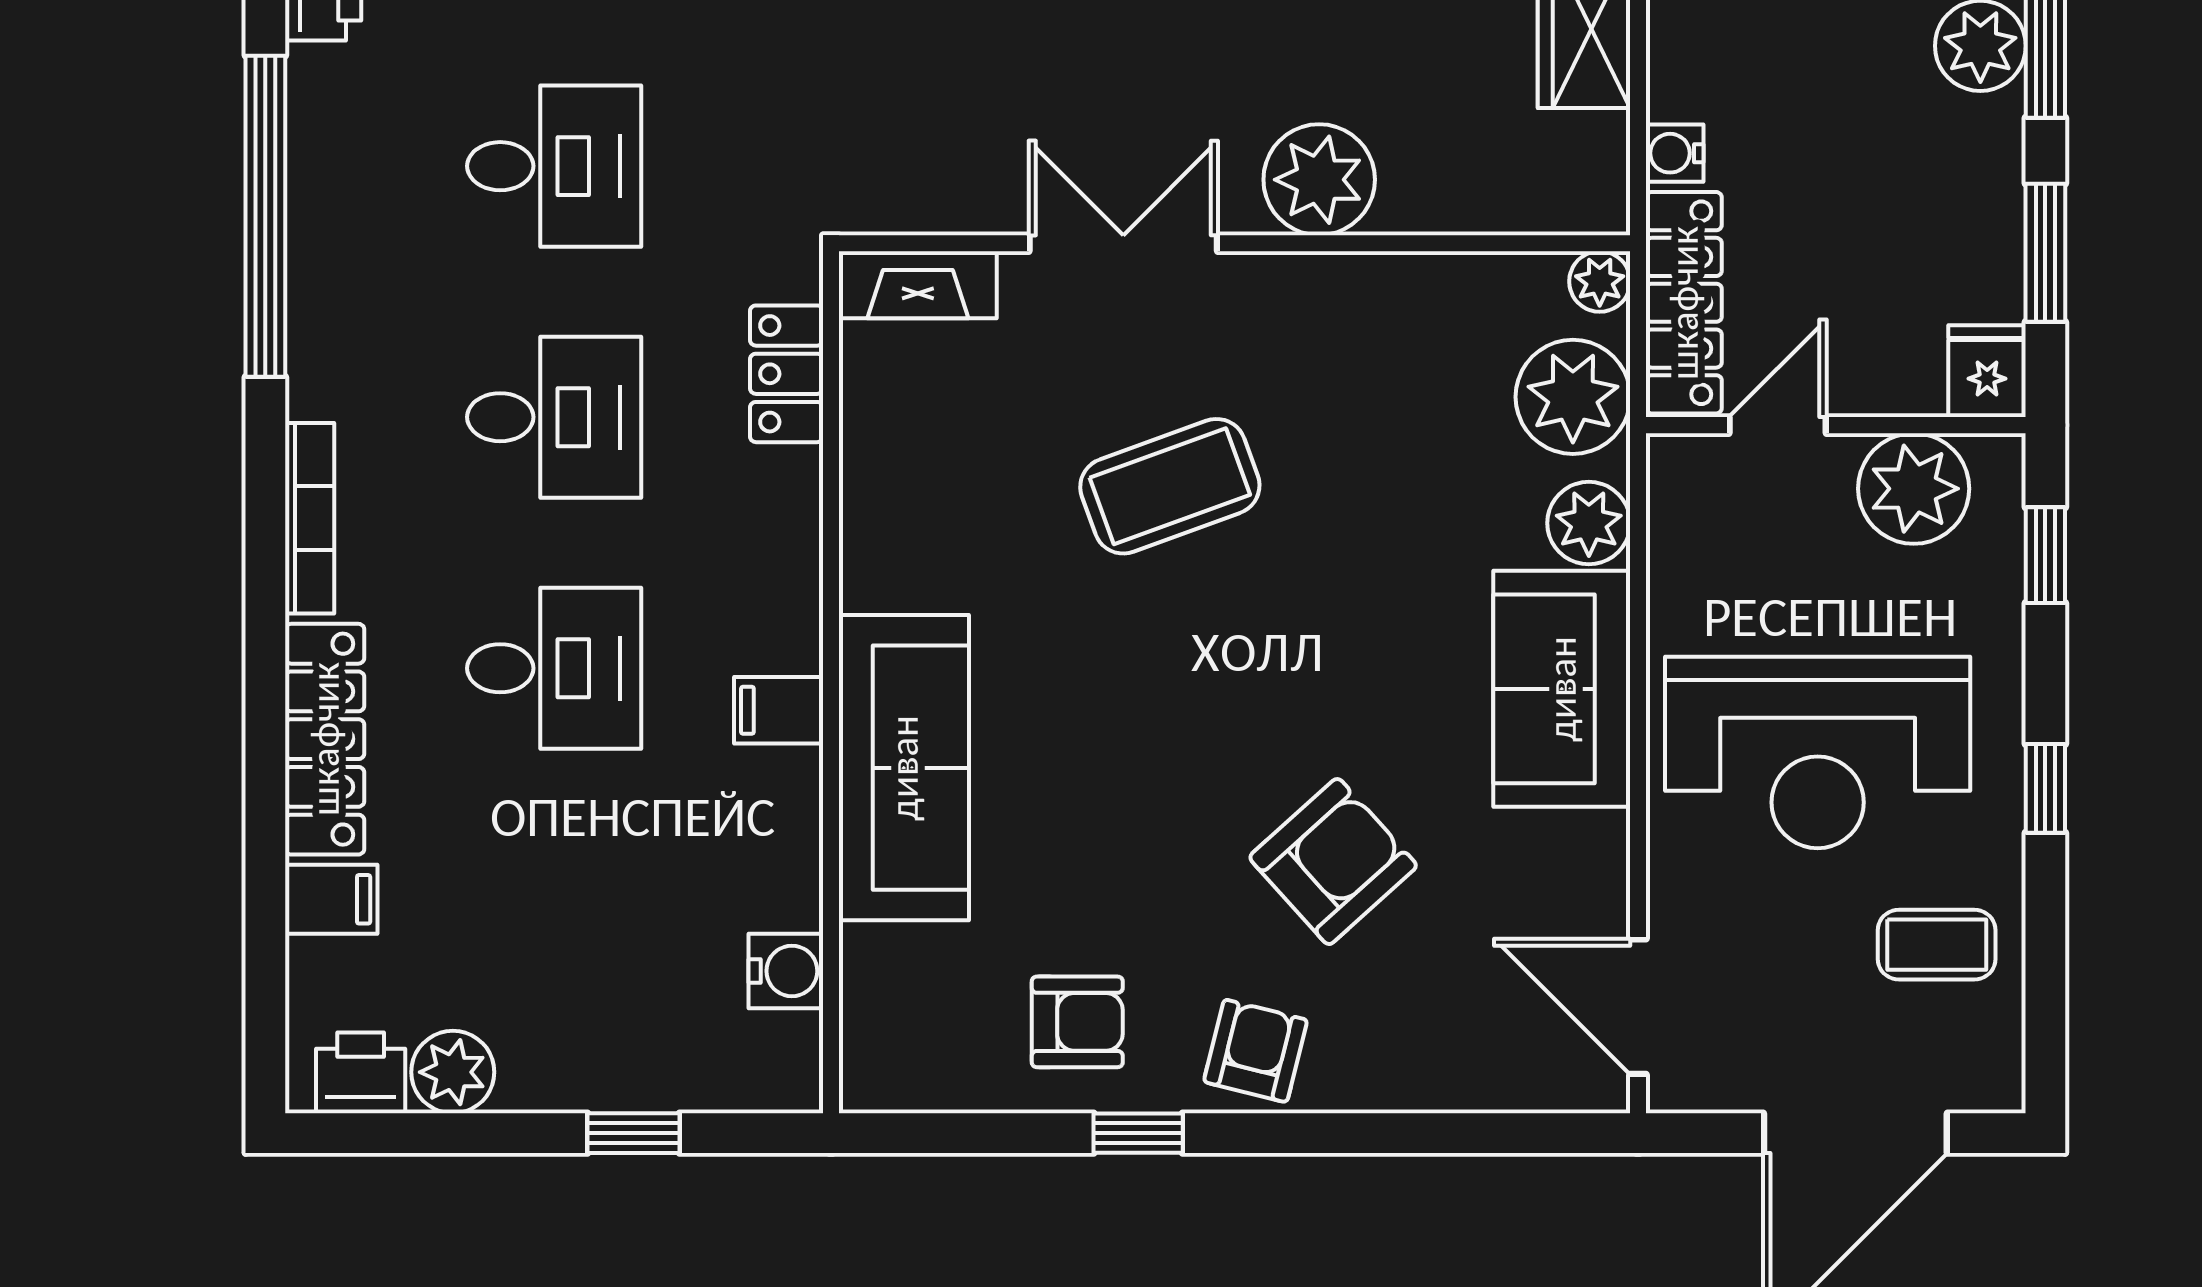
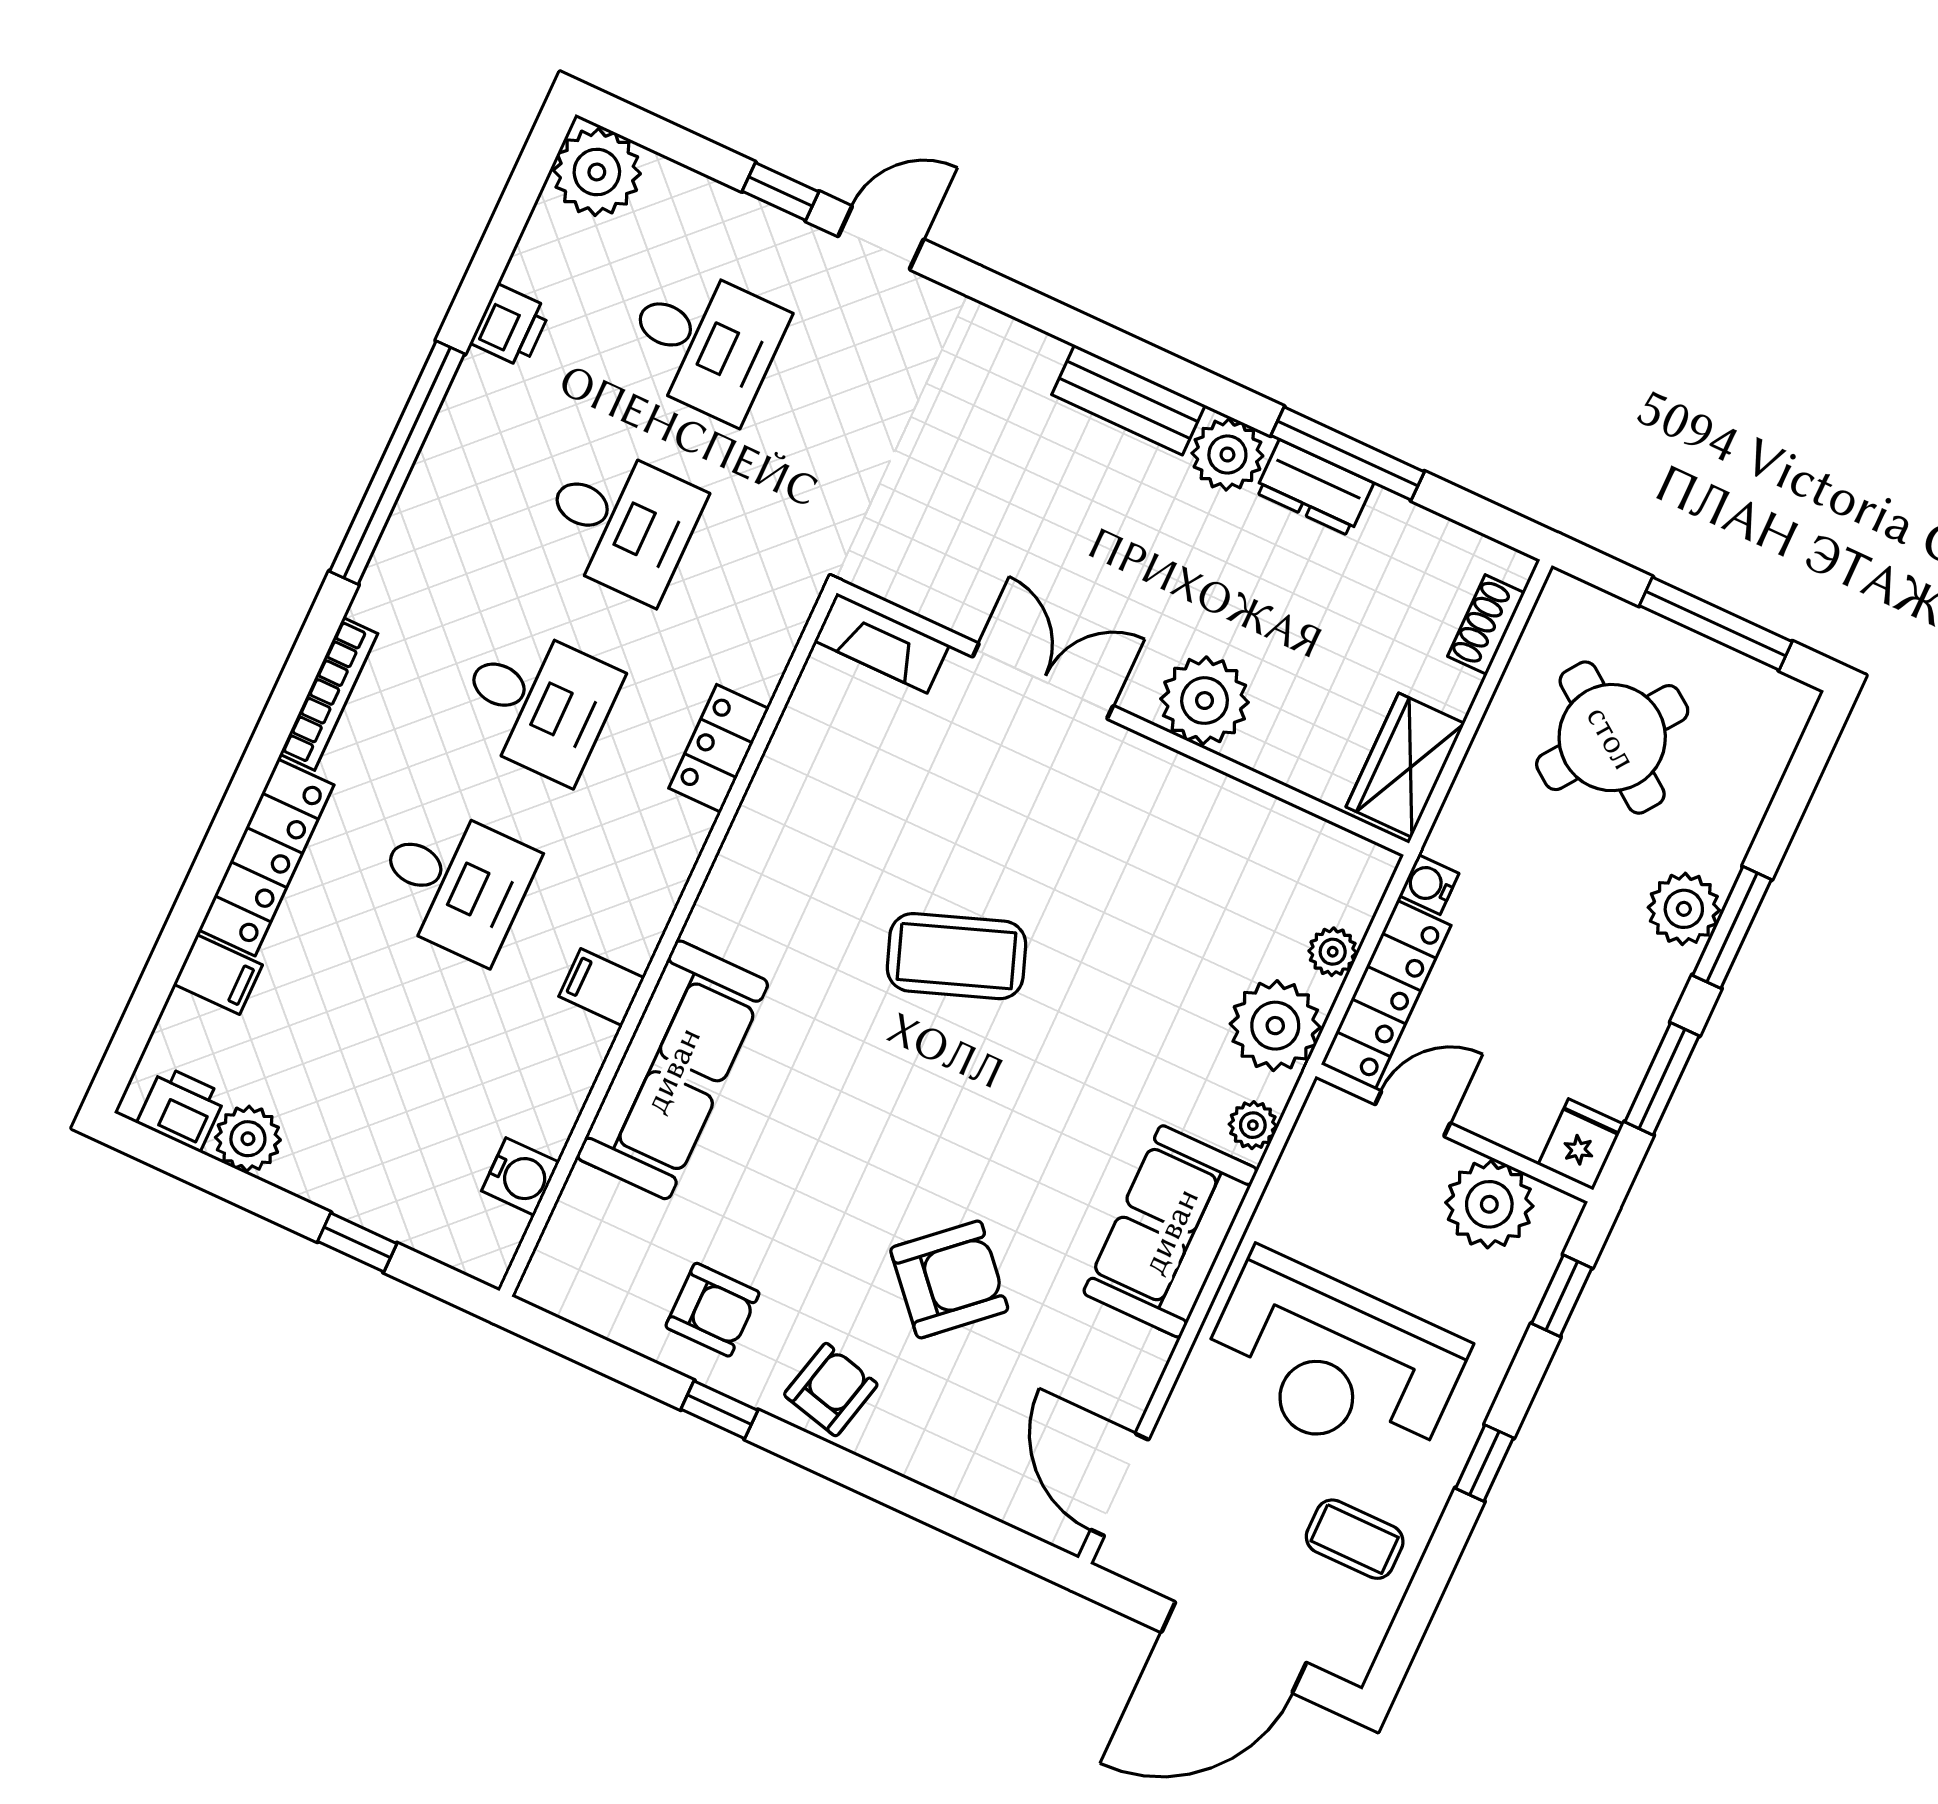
plant: (1319, 180) -> (1205, 701), moved
double door: (1123, 243) -> (1043, 681), moved
wall: (1235, 243) -> (1123, 718), moved
fireplace: (918, 285) -> (882, 643), moved
plant: (1589, 523) -> (1253, 1125), width x0.73, depth x0.73

